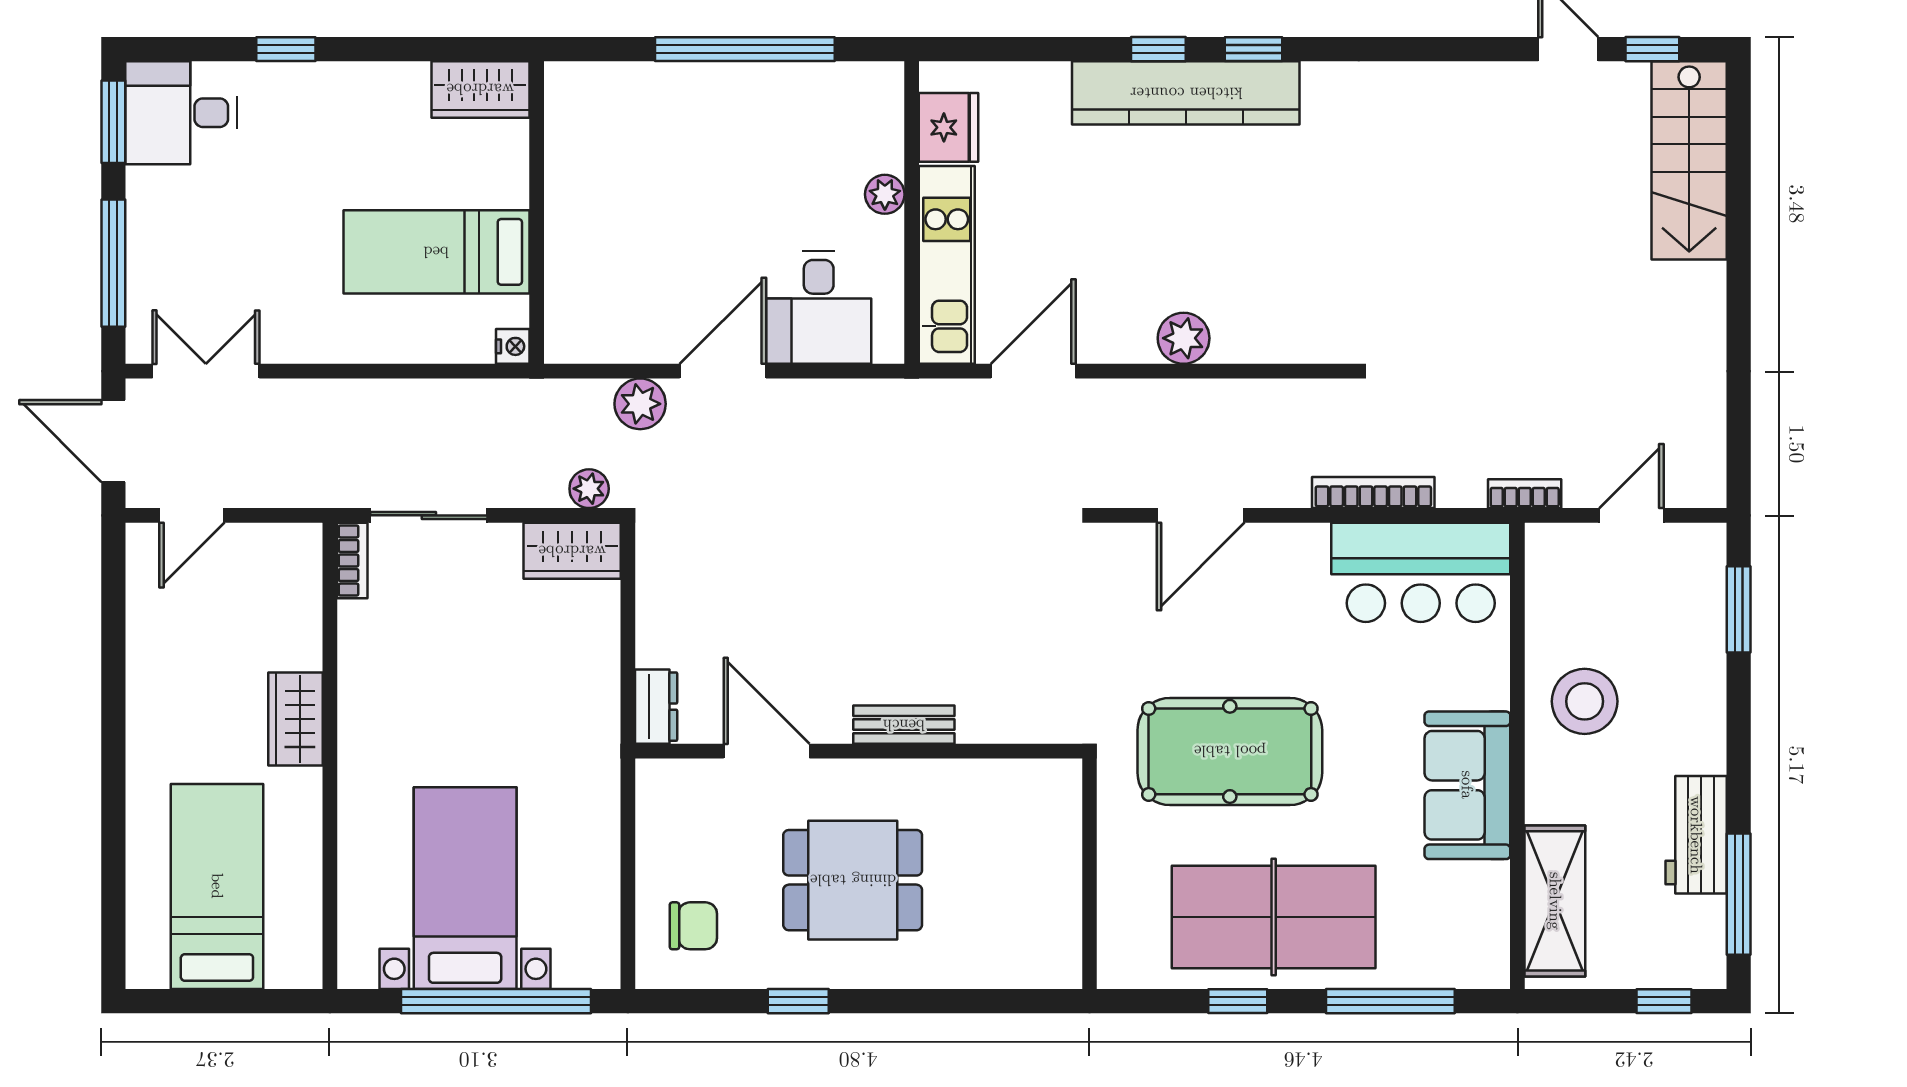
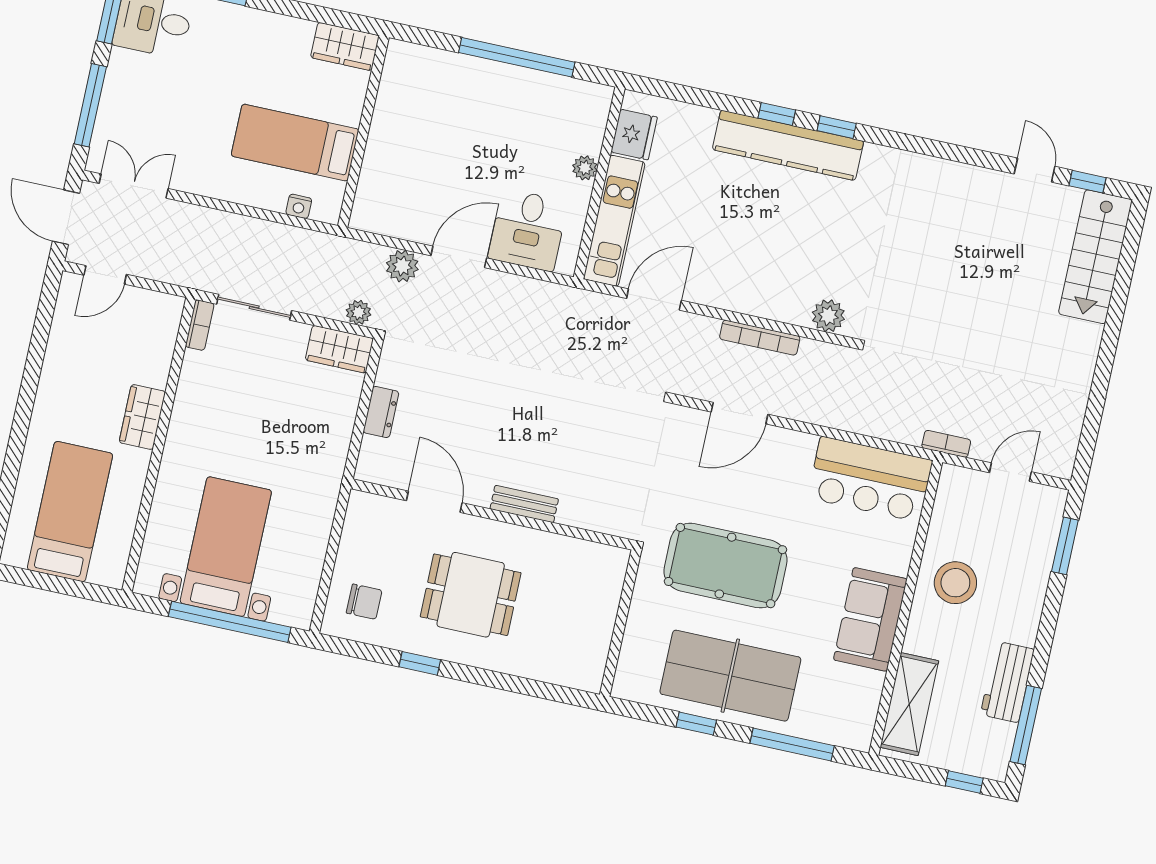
plant: (1184, 338) -> (828, 316), moved
nightstand: (513, 346) -> (299, 206), moved, turned 90
bookcase: (1373, 493) -> (760, 338), moved, turned 180
dresser: (656, 707) -> (381, 412), moved

